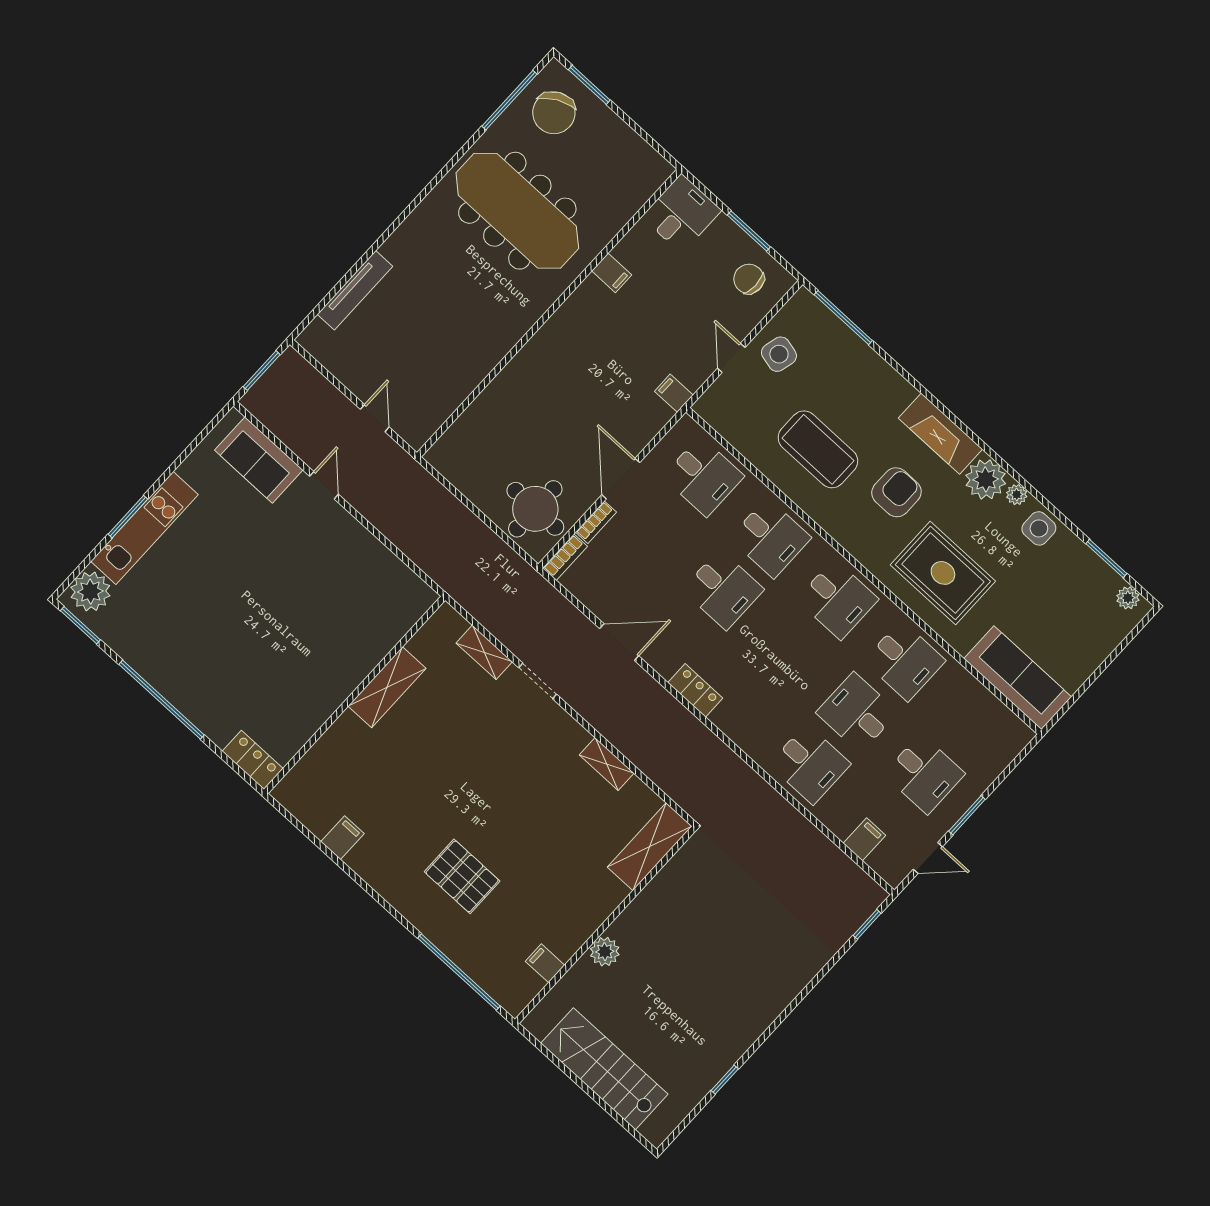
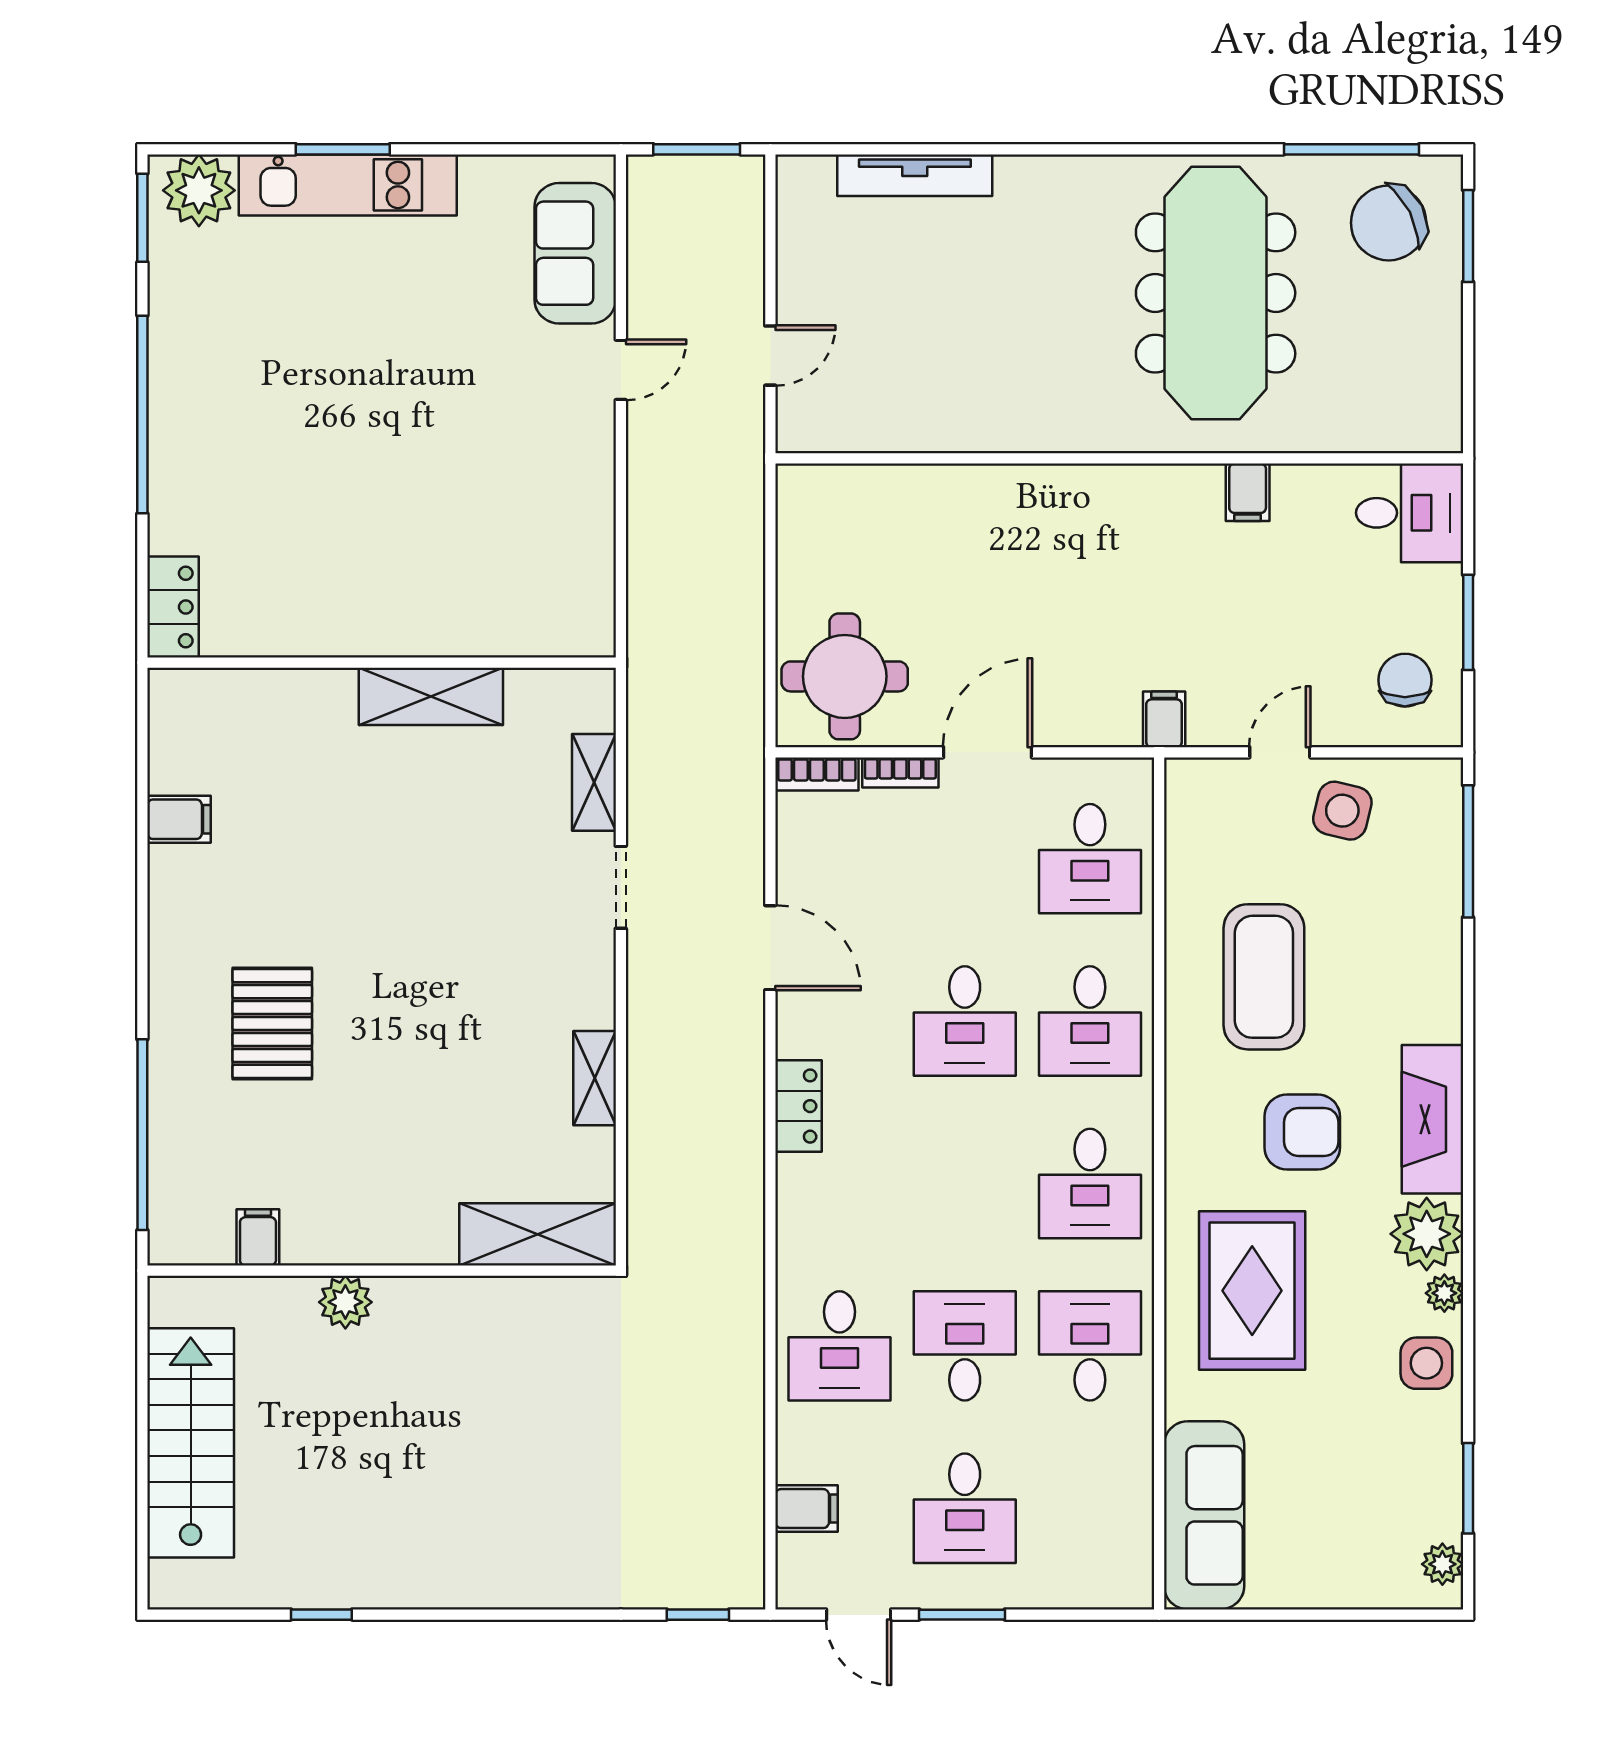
desk: (904, 661) -> (1090, 1346), turned 180

